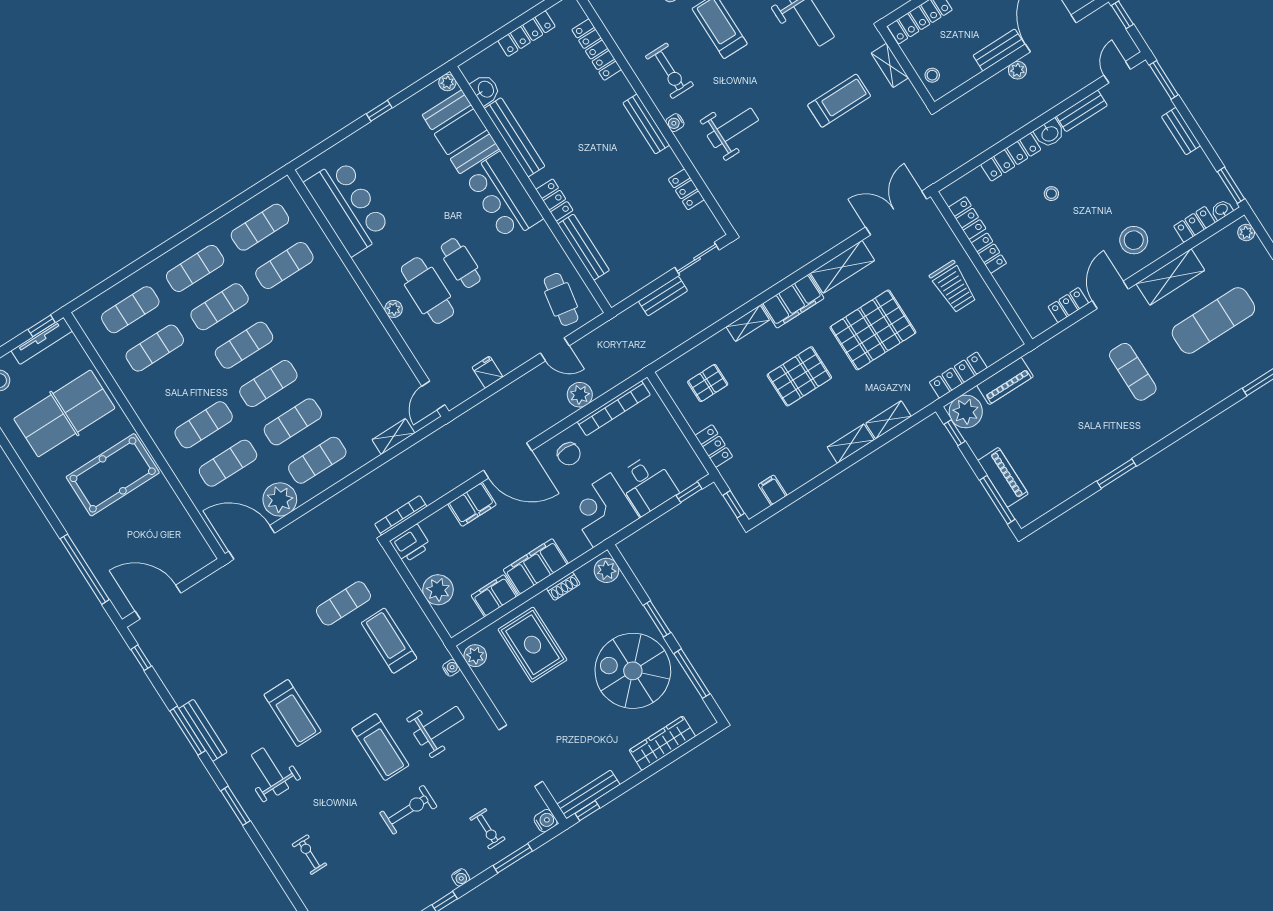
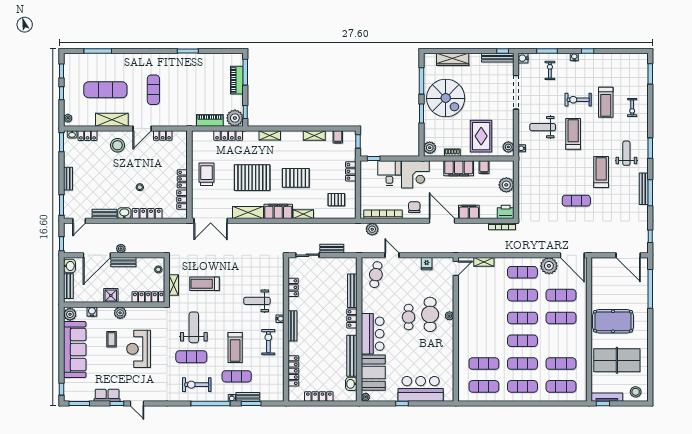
bar counter: (348, 207) -> (421, 389), moved, turned 90
plant: (580, 395) -> (372, 229), moved
shelving: (851, 444) -> (314, 135), moved
filing cabinet: (494, 596) -> (484, 167), width x0.50
exercise mat: (343, 603) -> (576, 201), moved
treadmill: (389, 641) -> (606, 102), moved
weight bench: (270, 772) -> (626, 153), turned 180

